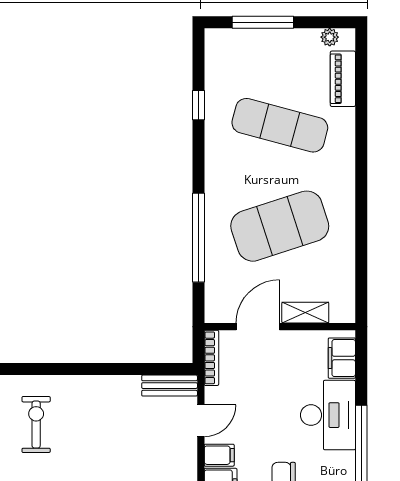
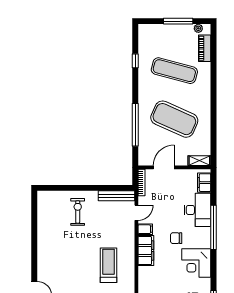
window: (263, 22) -> (178, 21), moved
exercise mat: (280, 226) -> (174, 119), turned 42
shelving: (305, 313) -> (199, 161), moved
bench: (170, 386) -> (116, 196), width x1.36
exercise bike: (36, 424) -> (78, 212), moved

